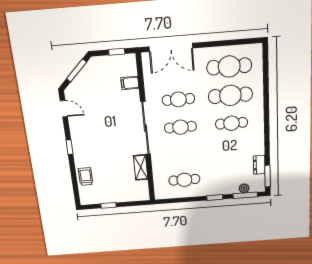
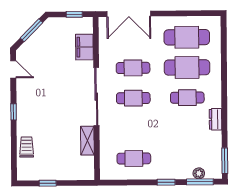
filing cabinet: (130, 83) -> (84, 47), width x2.00
dresser: (259, 165) -> (216, 119), moved

